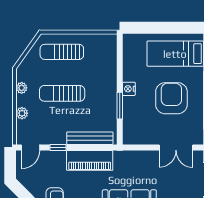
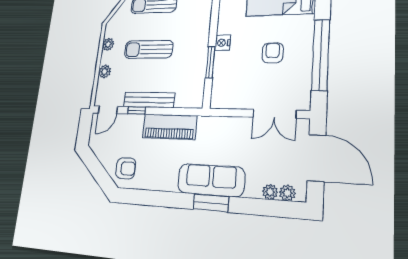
armchair: (171, 98) -> (273, 53), width x0.53, depth x0.53
bench: (90, 138) -> (149, 100), moved

